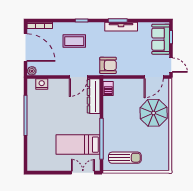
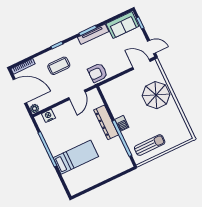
sofa: (161, 39) -> (122, 25), moved, turned -90
armchair: (108, 65) -> (98, 73), turned 180
door: (154, 77) -> (141, 64), swing flipped
barbecue: (108, 89) -> (122, 123), moved
dresser: (94, 96) -> (106, 122), moved
bed: (78, 145) -> (76, 157), moved, turned 180
double door: (83, 173) -> (120, 175), removed

